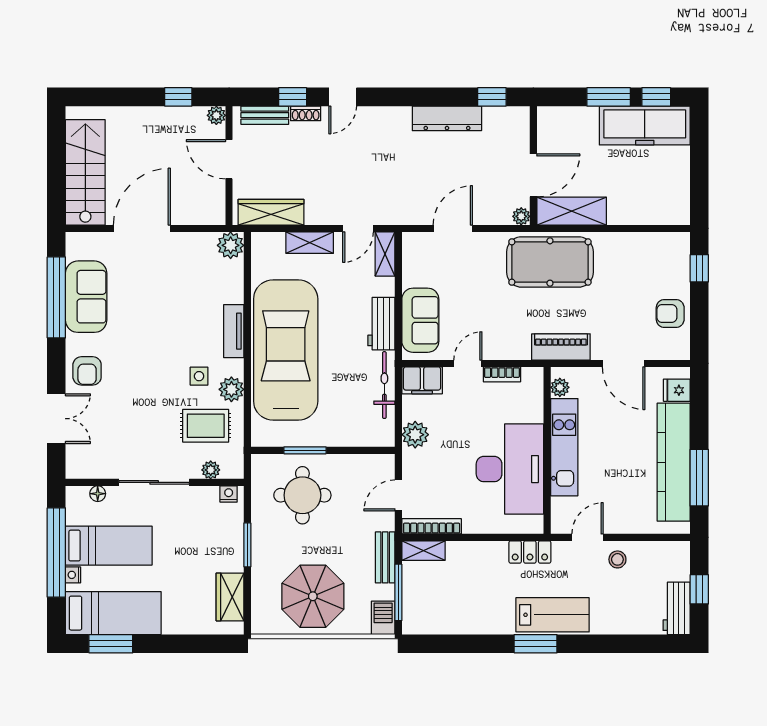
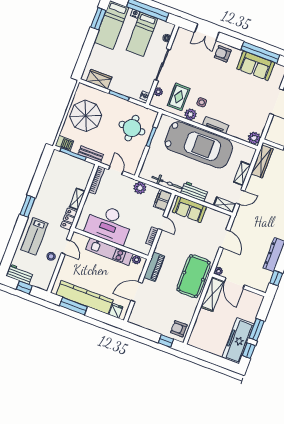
door: (358, 228) -> (240, 197), swing flipped
armchair: (670, 314) -> (179, 329), moved, turned -90
shelving: (423, 551) -> (77, 199), moved
lab bench: (553, 615) -> (34, 236), moved

